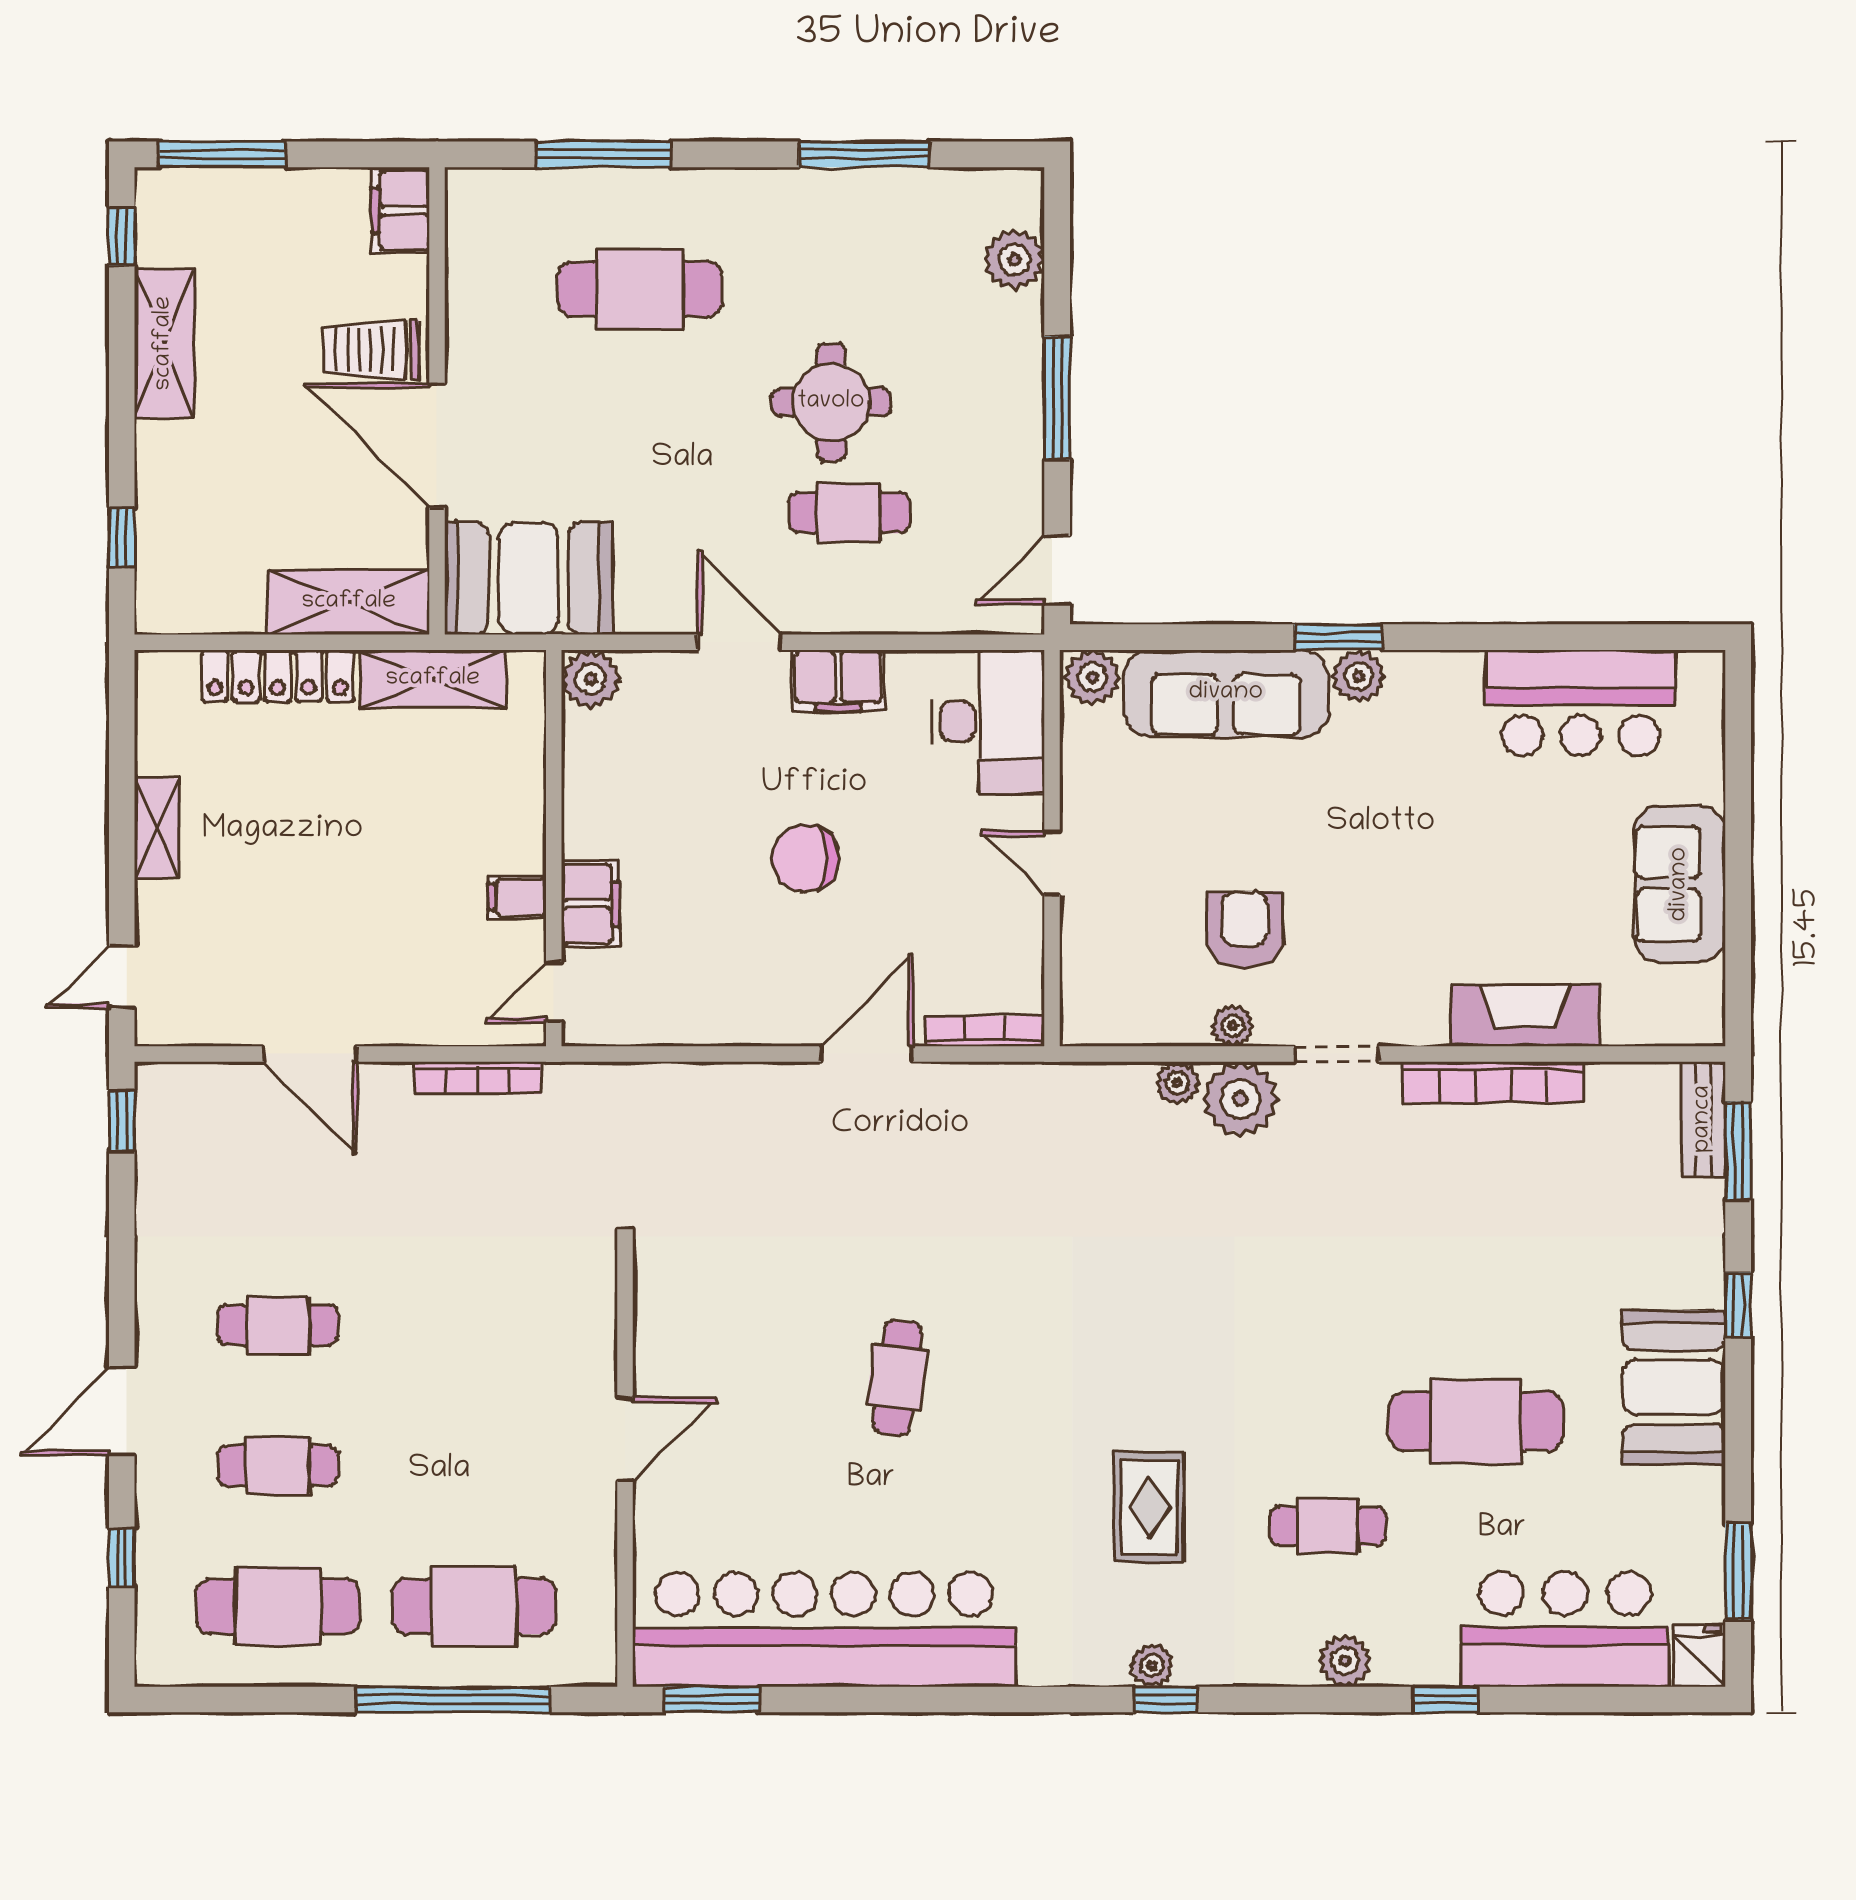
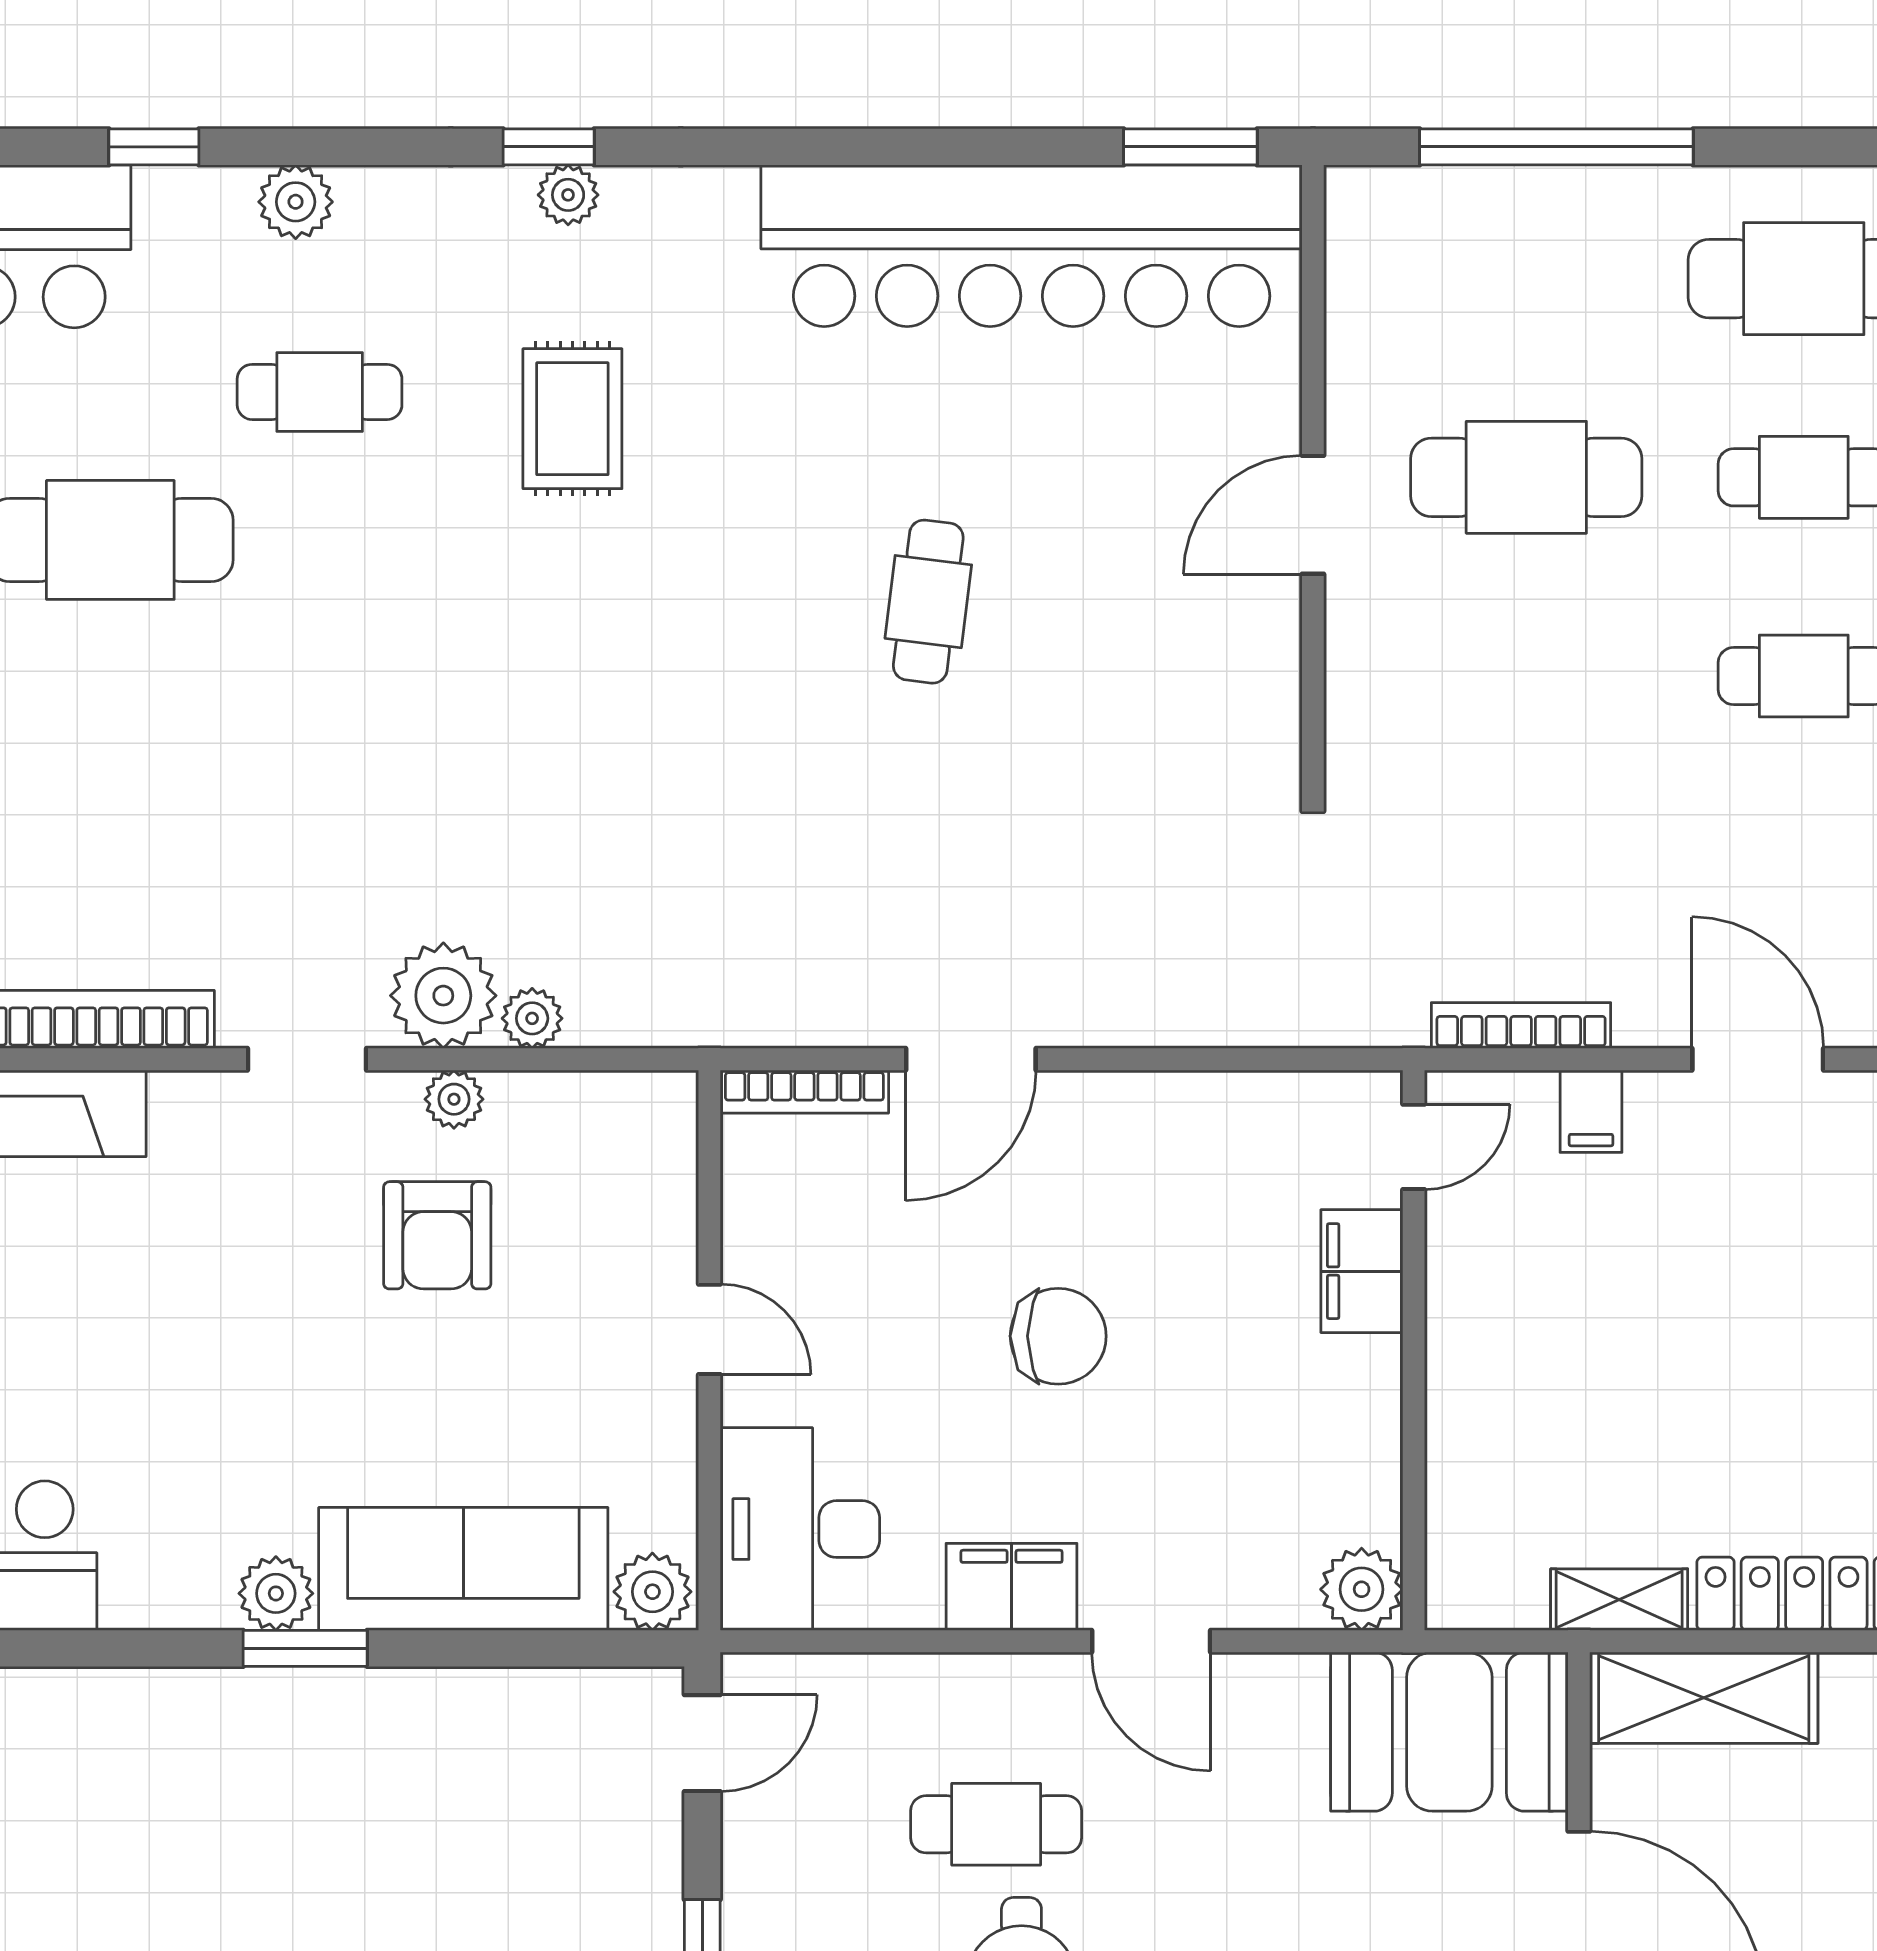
shelving: (433, 679) -> (1619, 1600), width x0.67, depth x0.75
filing cabinet: (517, 897) -> (1591, 1111), moved, turned 90
cafe table: (474, 1606) -> (1526, 477), moved

